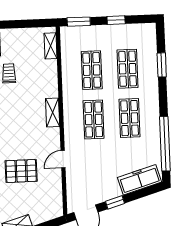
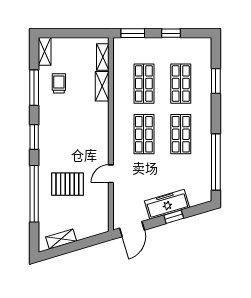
shelving: (53, 113) -> (102, 86), moved
freezer: (140, 180) -> (167, 204), moved
window: (115, 202) -> (174, 217), moved

